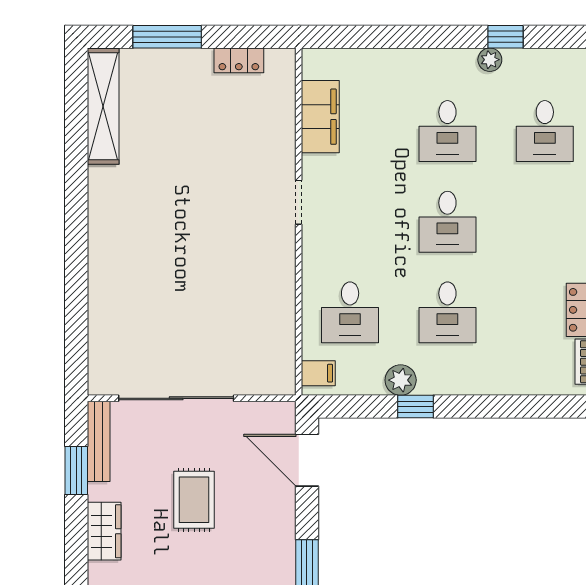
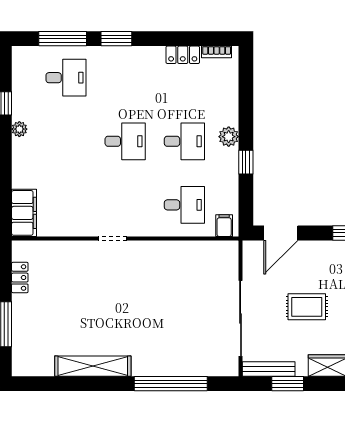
plant: (490, 60) -> (19, 129), moved
shelving: (103, 106) -> (93, 366), moved
filing cabinet: (320, 117) -> (24, 213), moved, turned 90
desk: (447, 131) -> (66, 141), removed
window: (76, 291) -> (171, 384), added
plant: (401, 380) -> (229, 137), moved

